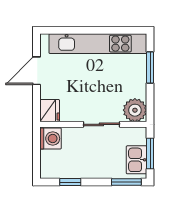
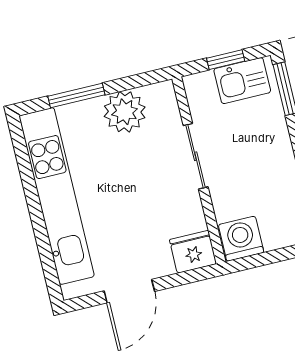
door: (37, 71) -> (129, 291), hinge flipped
plant: (135, 110) -> (125, 112), moved
window: (150, 153) -> (226, 60), width x0.67

